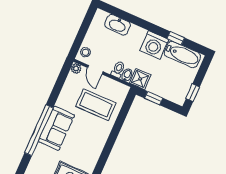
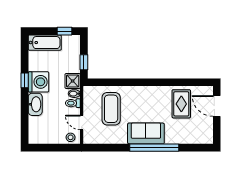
washbasin: (118, 25) -> (35, 104), moved
window: (176, 38) -> (25, 80), moved
bathtub: (182, 55) -> (45, 43), moved, turned 90
plant: (76, 69) -> (88, 139), removed
door: (95, 70) -> (82, 122), swing flipped

